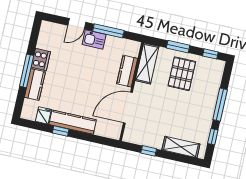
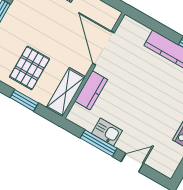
kitchen sink: (94, 39) -> (107, 132), moved
door: (128, 108) -> (104, 48), swing flipped

